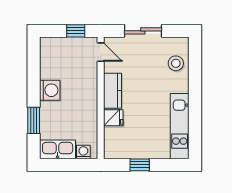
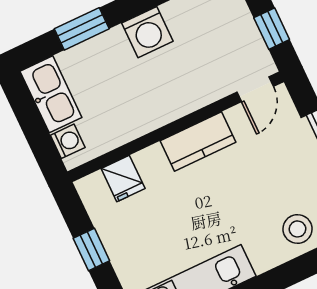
fridge: (113, 118) -> (123, 179), moved

